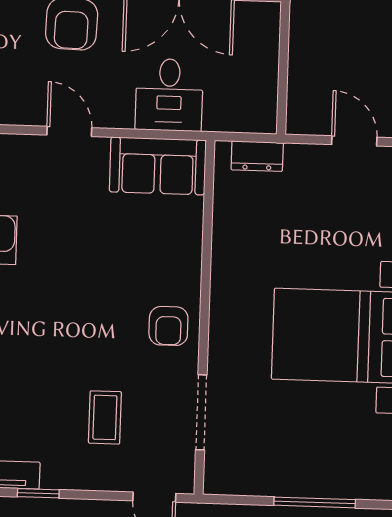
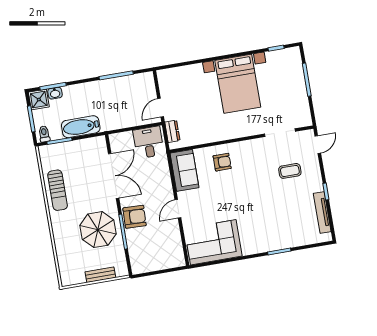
desk: (169, 95) -> (148, 142), moved, turned -90
door: (354, 141) -> (161, 108), moved
armchair: (168, 326) -> (222, 162), moved

